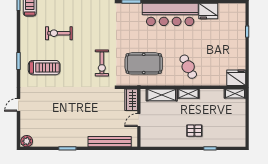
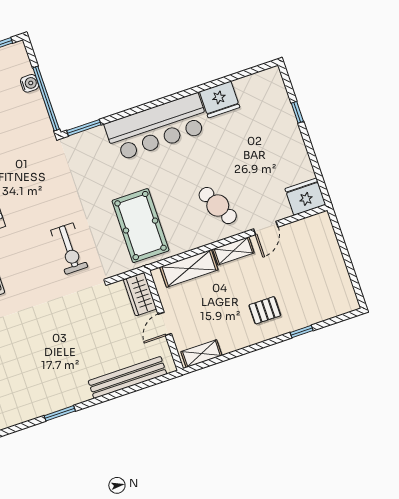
pool table: (144, 63) -> (141, 226), turned 90
door: (210, 87) -> (266, 228), added
shelving: (235, 94) -> (201, 354), moved

